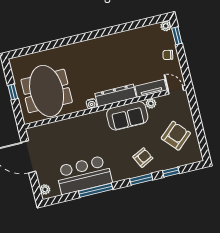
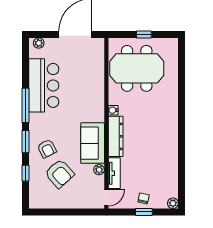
window: (177, 36) -> (144, 212), moved
armchair: (176, 136) -> (60, 174), moved
window: (96, 190) -> (26, 105), moved

